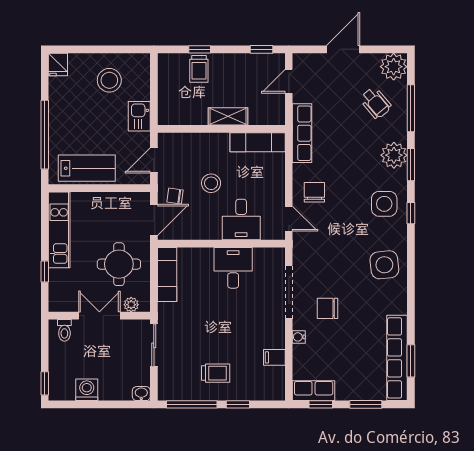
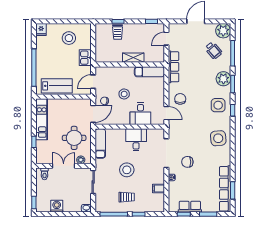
stool: (216, 323) -> (127, 170), added
row of seats: (314, 391) -> (190, 207), moved

